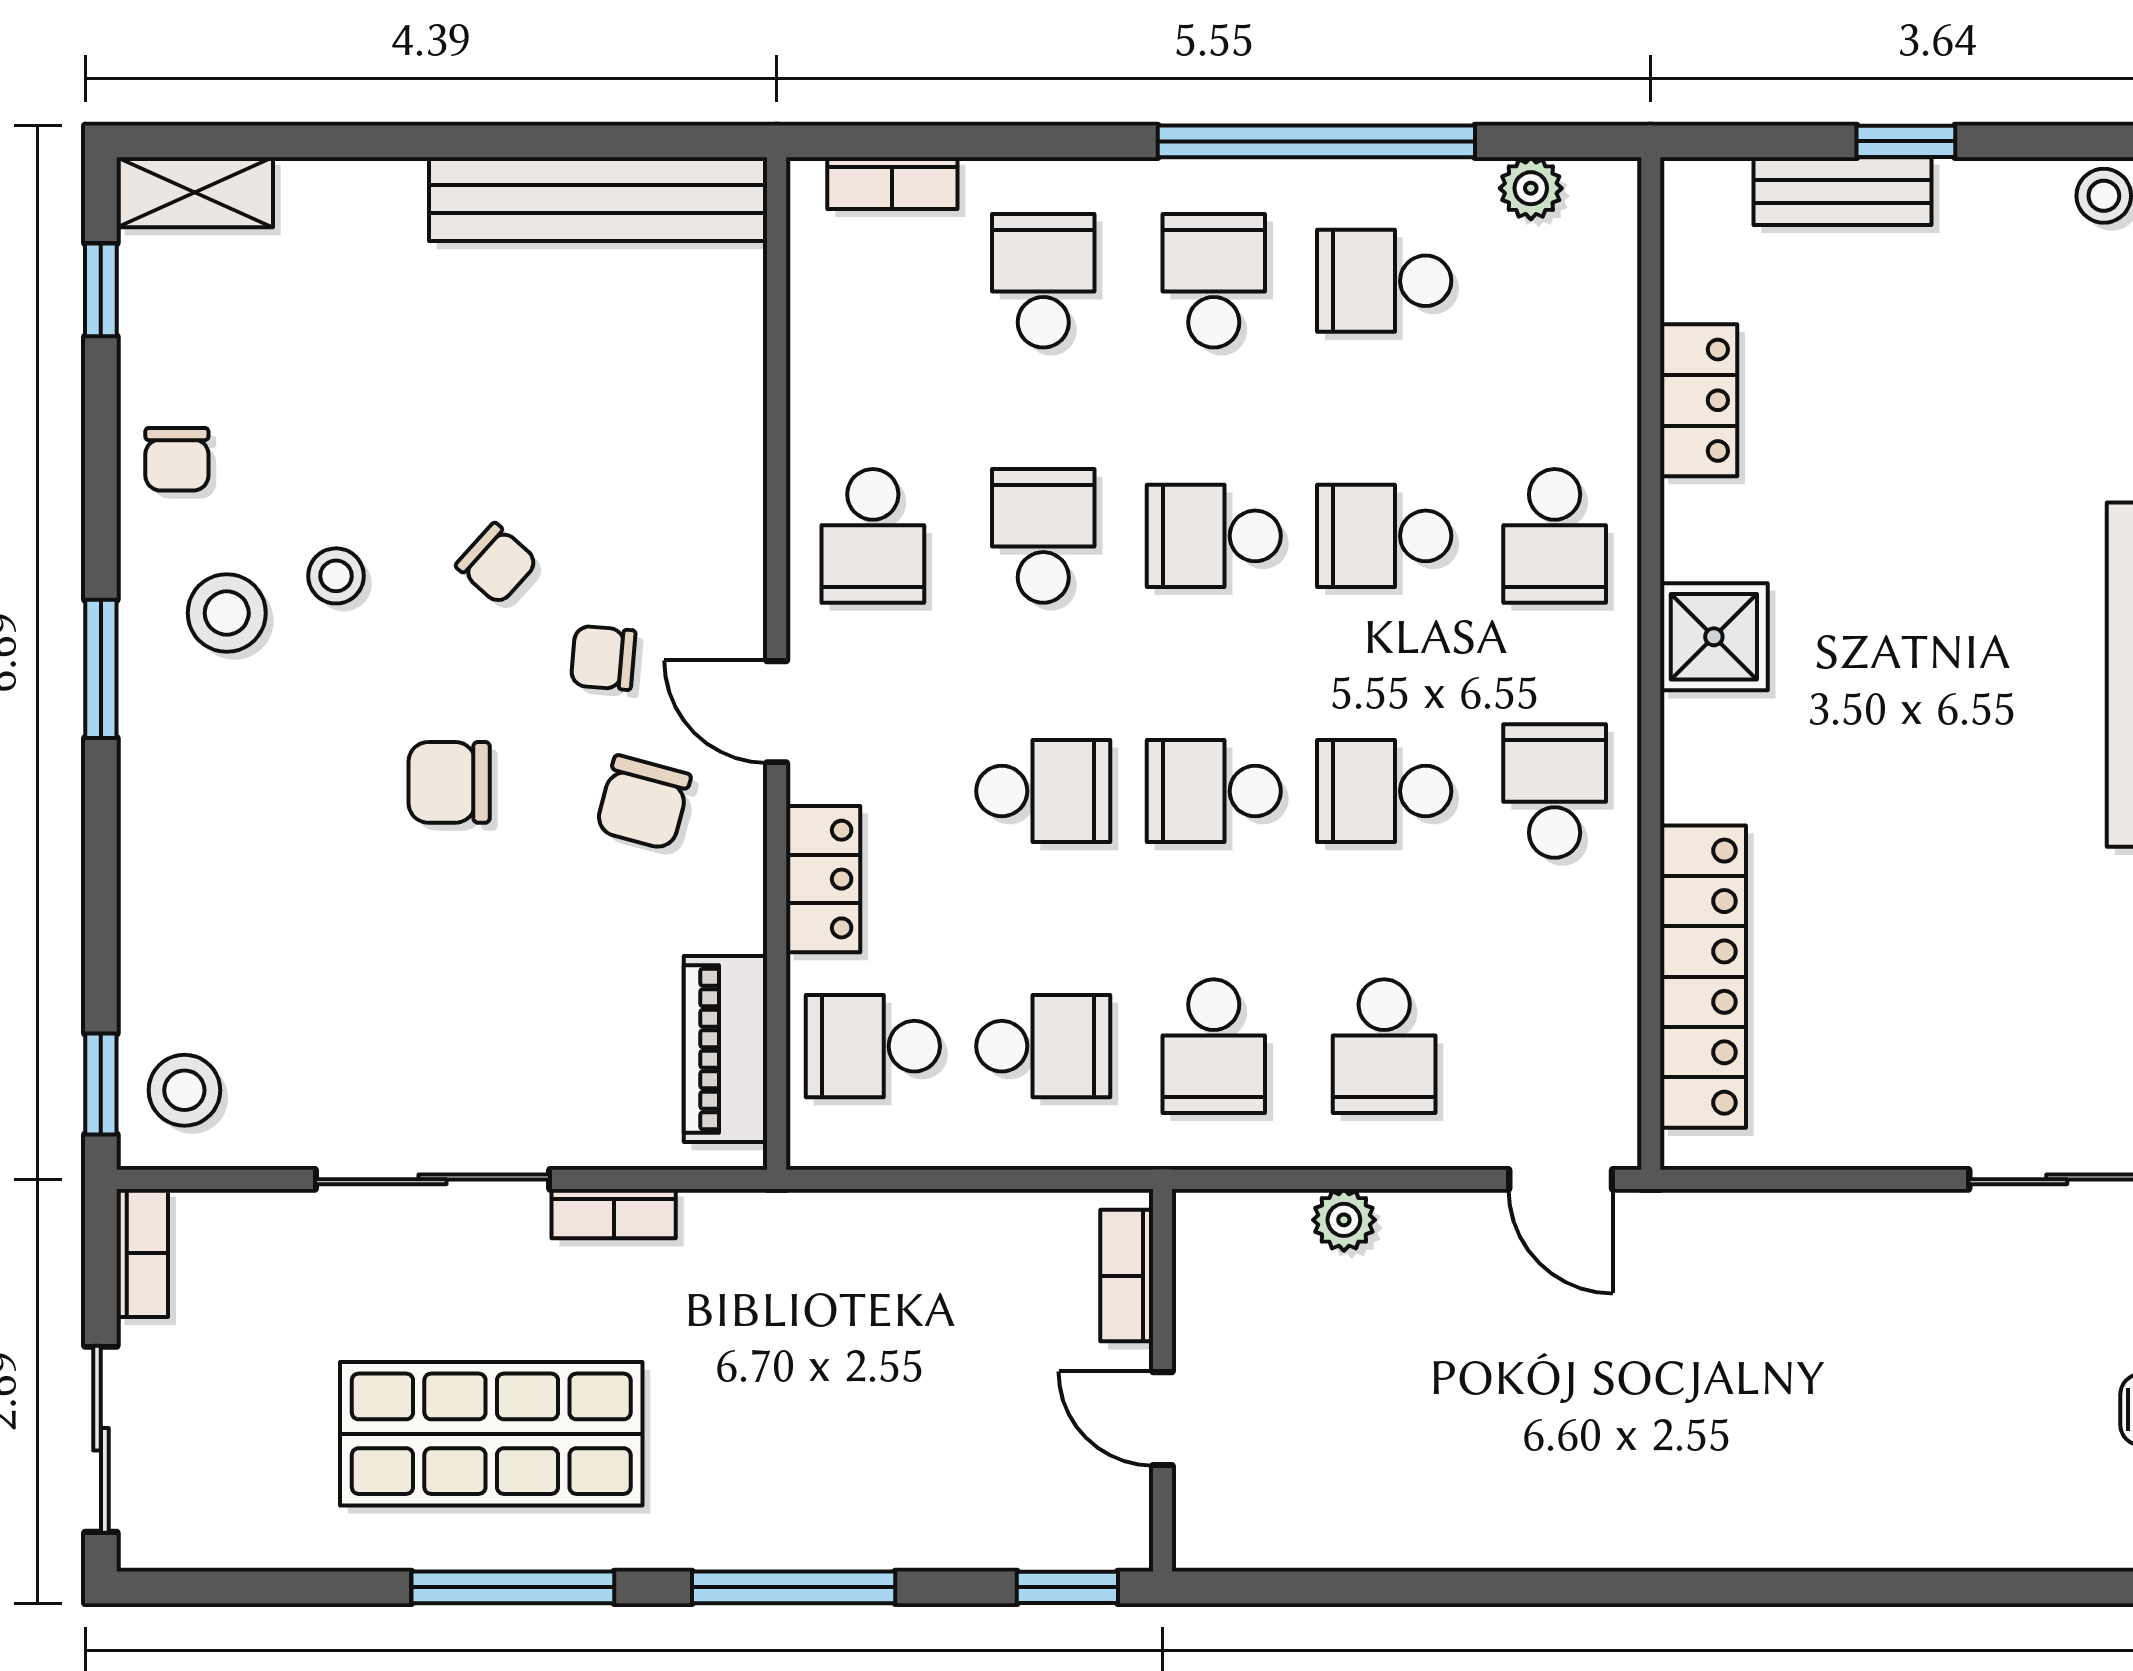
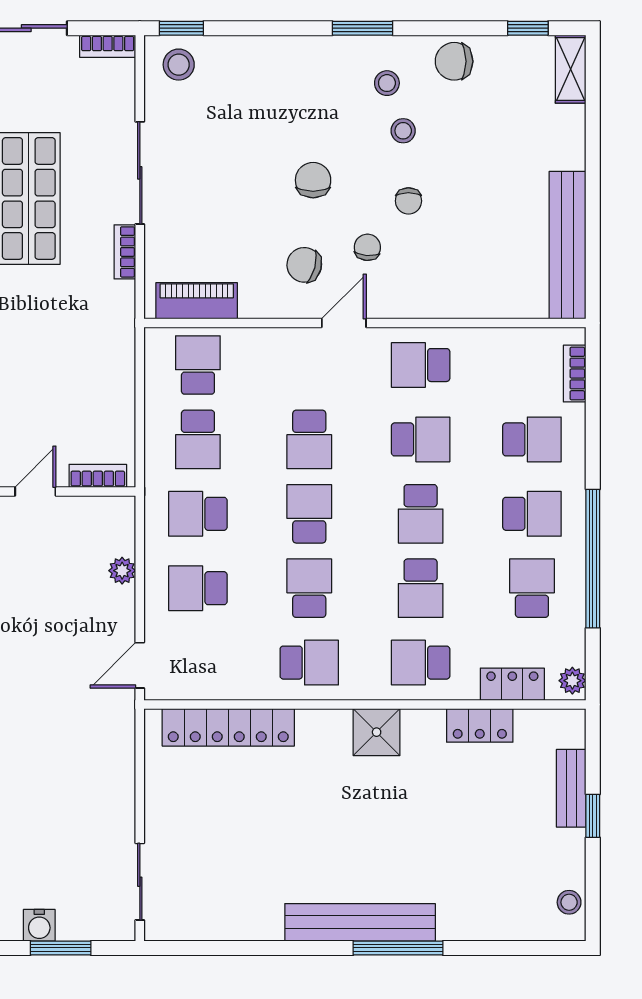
plant: (1531, 188) -> (572, 681), moved
chair: (177, 459) -> (454, 61), width x1.37, depth x1.37
school desk: (1214, 536) -> (421, 514), turned 180
school desk: (1384, 536) -> (421, 588), turned 180
chair: (497, 564) -> (408, 201), turned -42
stool: (227, 613) -> (387, 83), width x0.73, depth x0.73
locker: (823, 879) -> (512, 684), moved, turned 180

